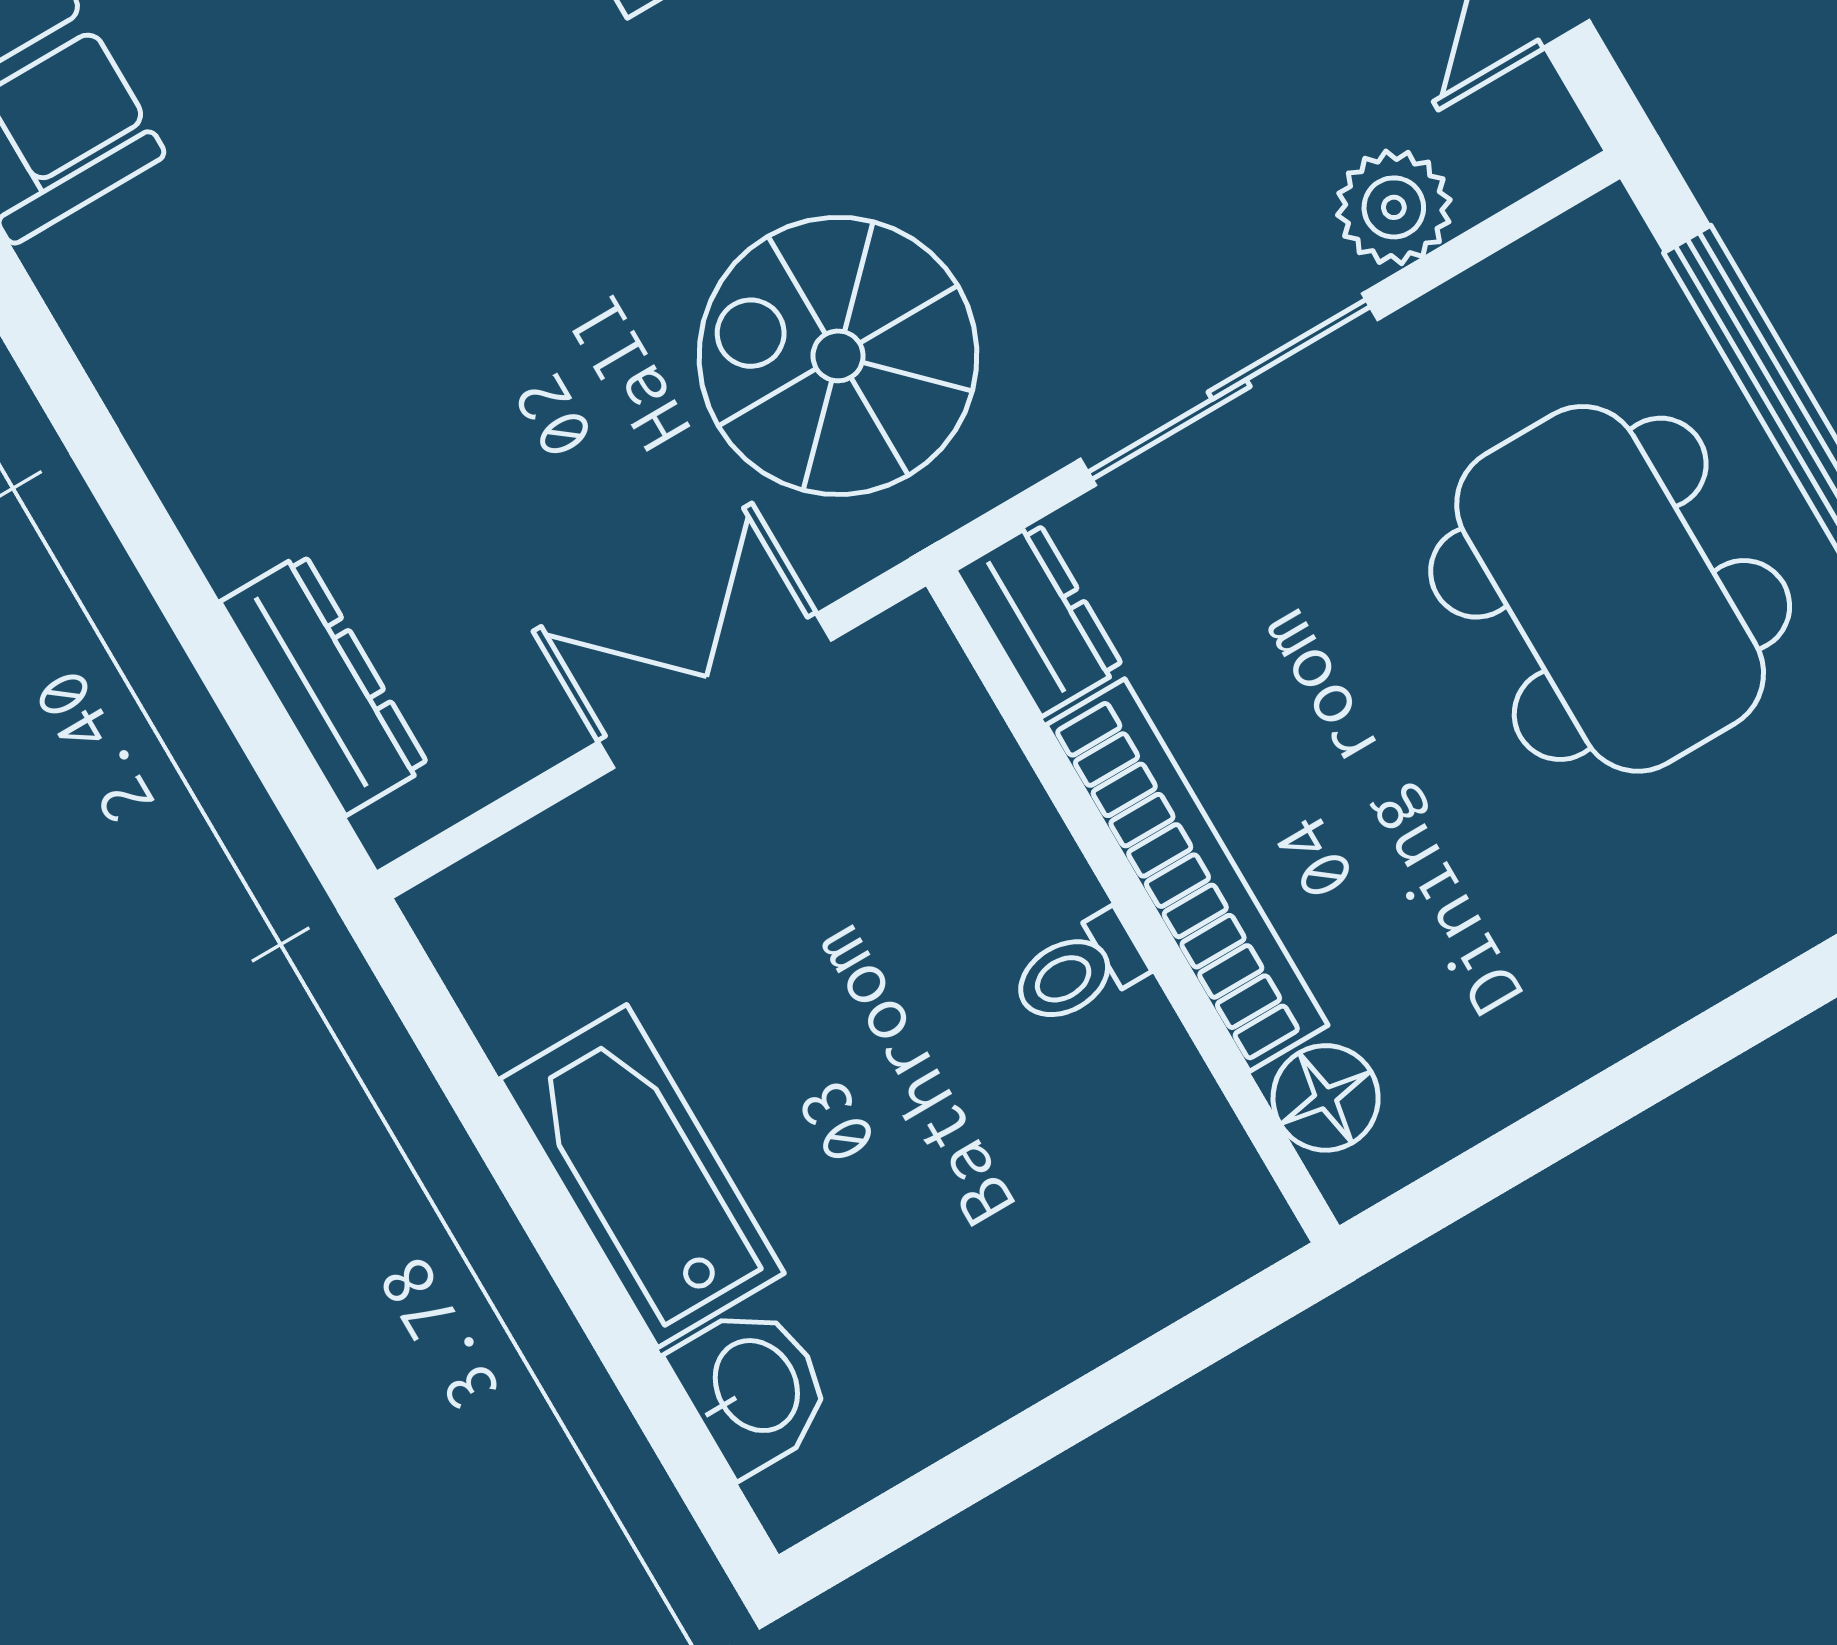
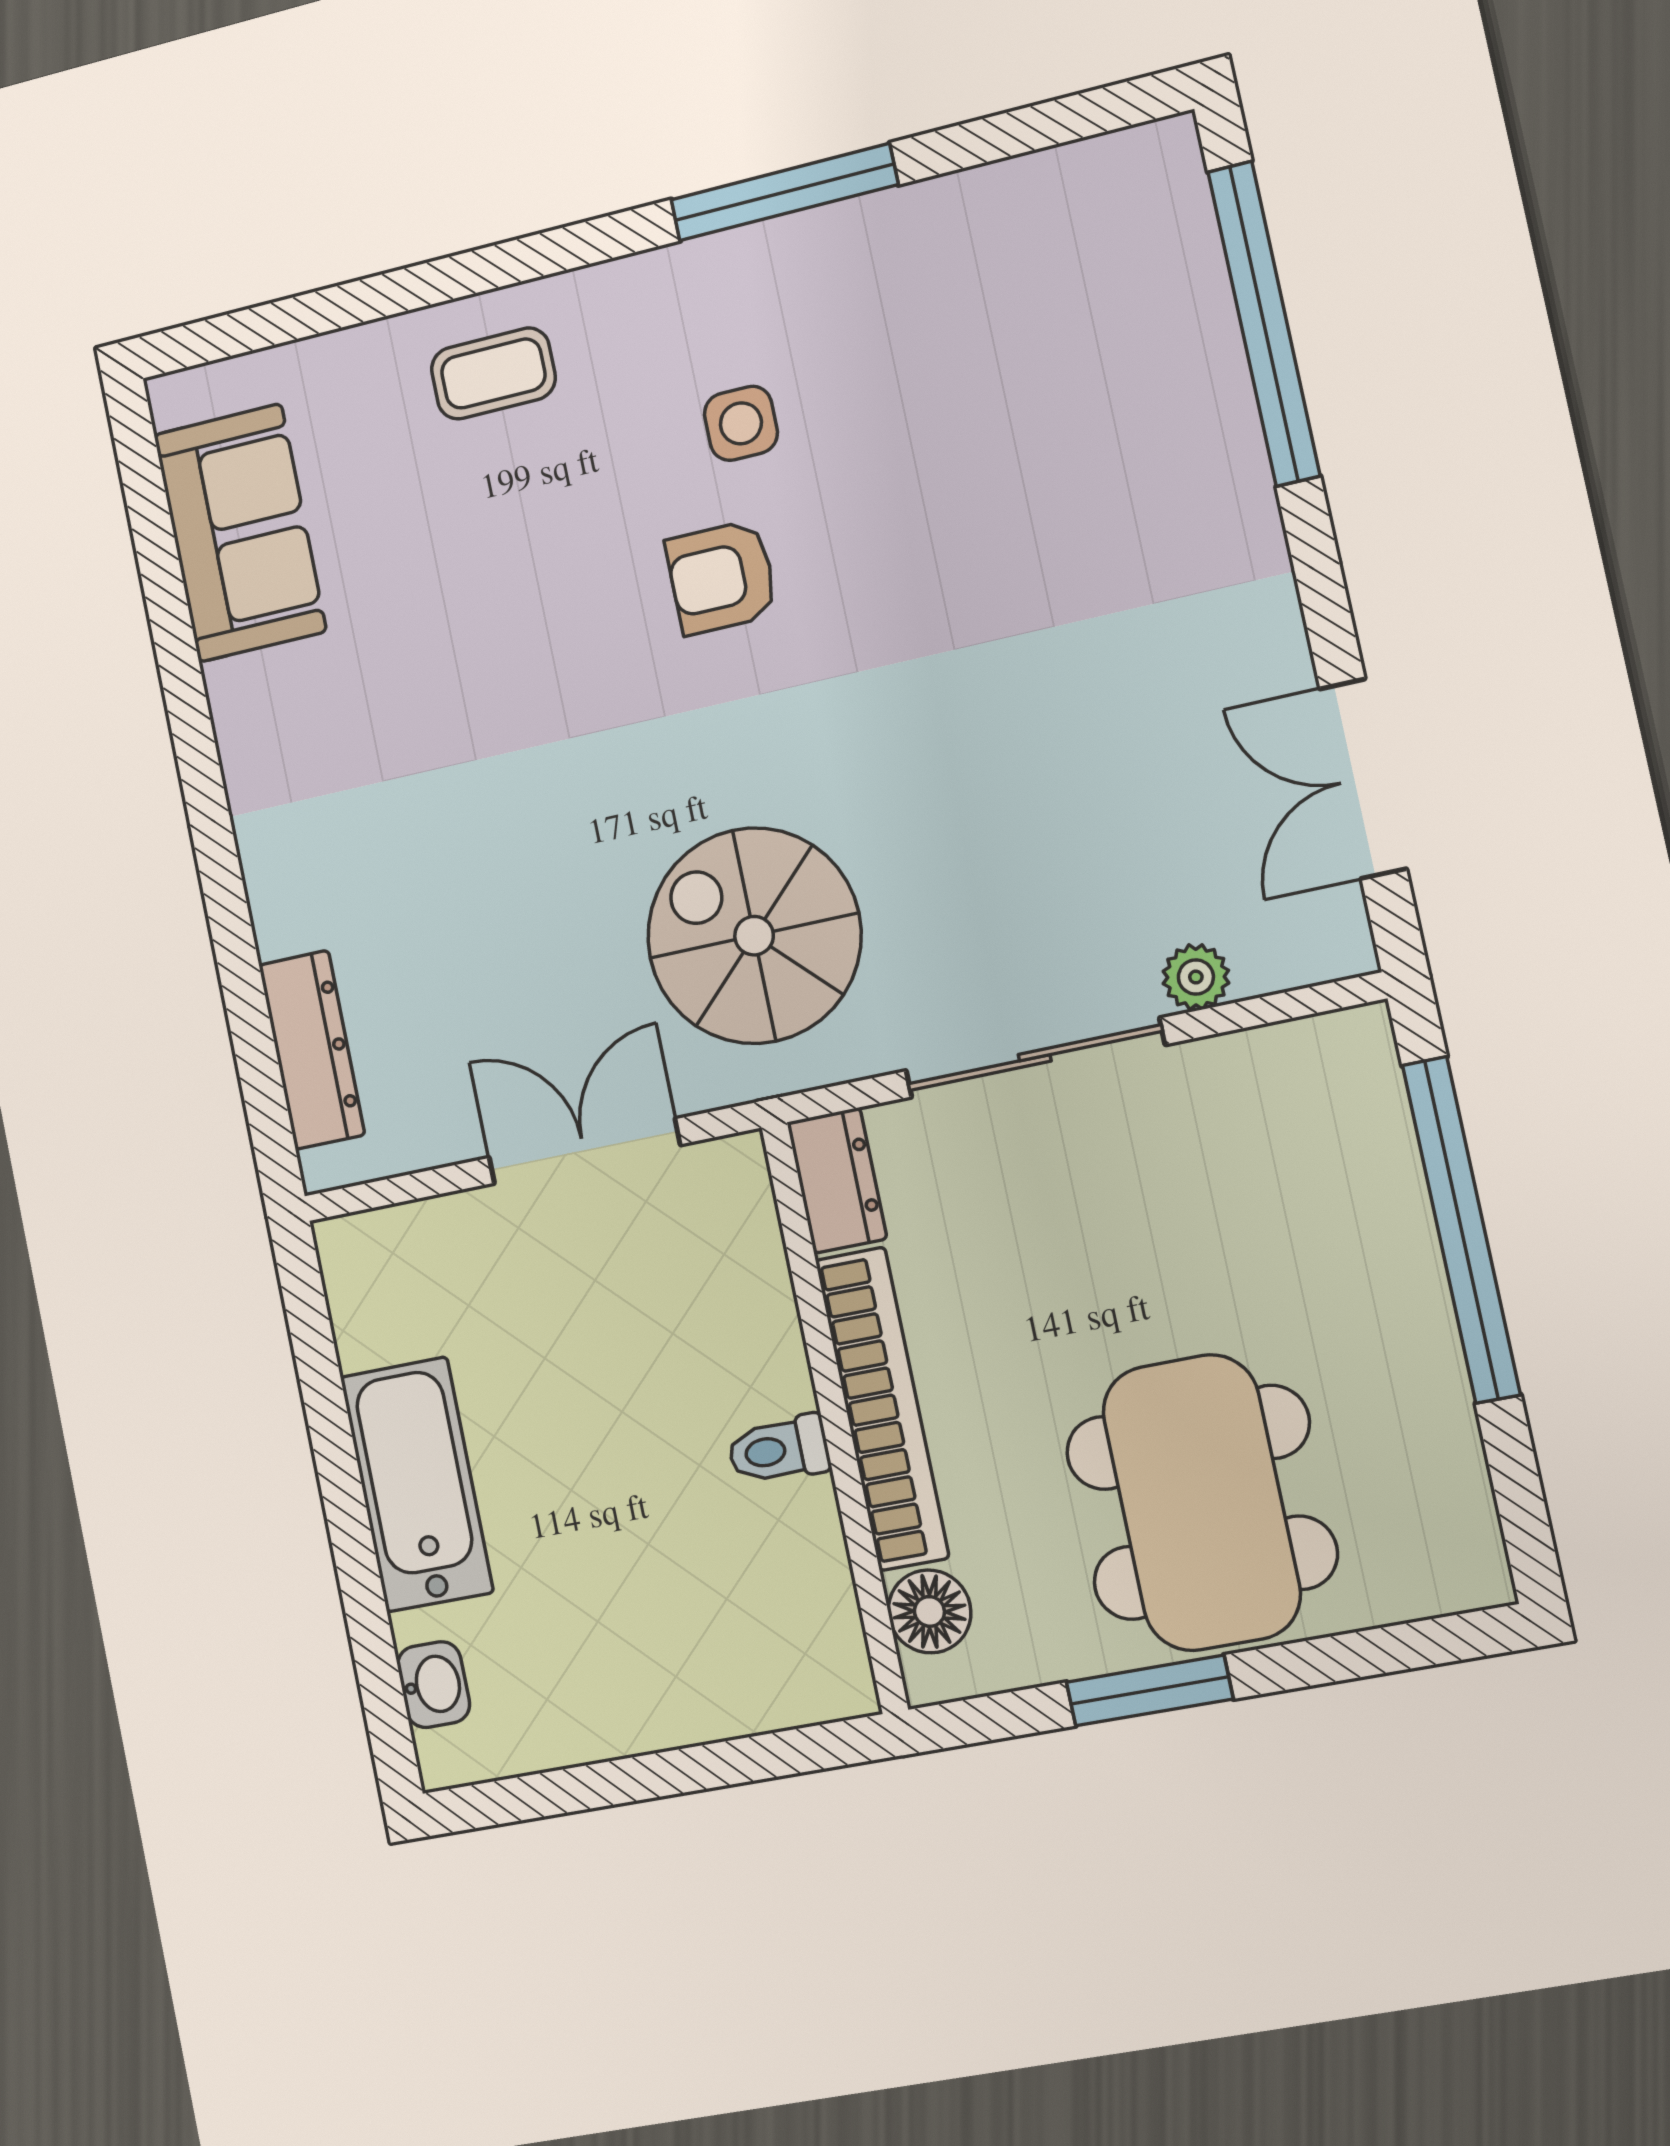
plant: (1394, 207) -> (1196, 977), width x0.73, depth x0.73
dining table: (1610, 589) -> (1201, 1503), moved
window: (1616, 1095) -> (1150, 1691), added
washbasin: (753, 1387) -> (433, 1685), width x0.72, depth x0.69

